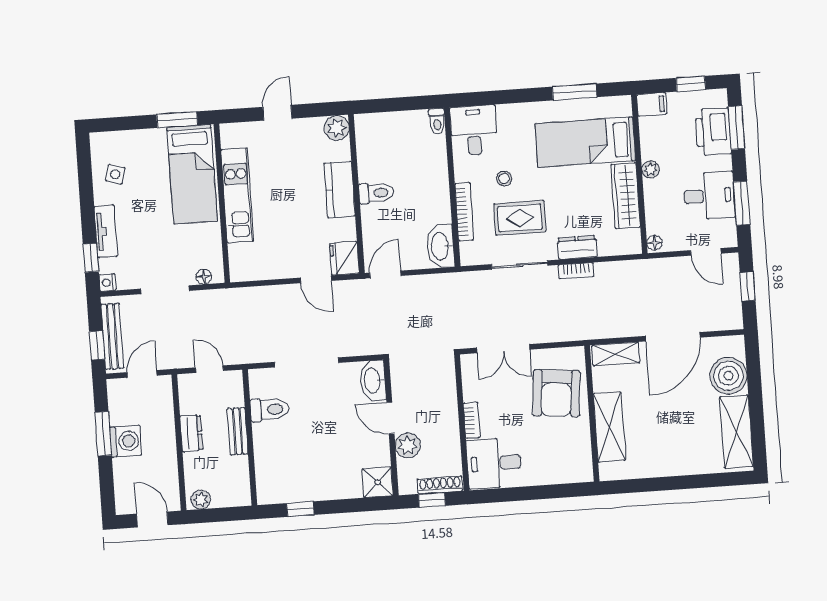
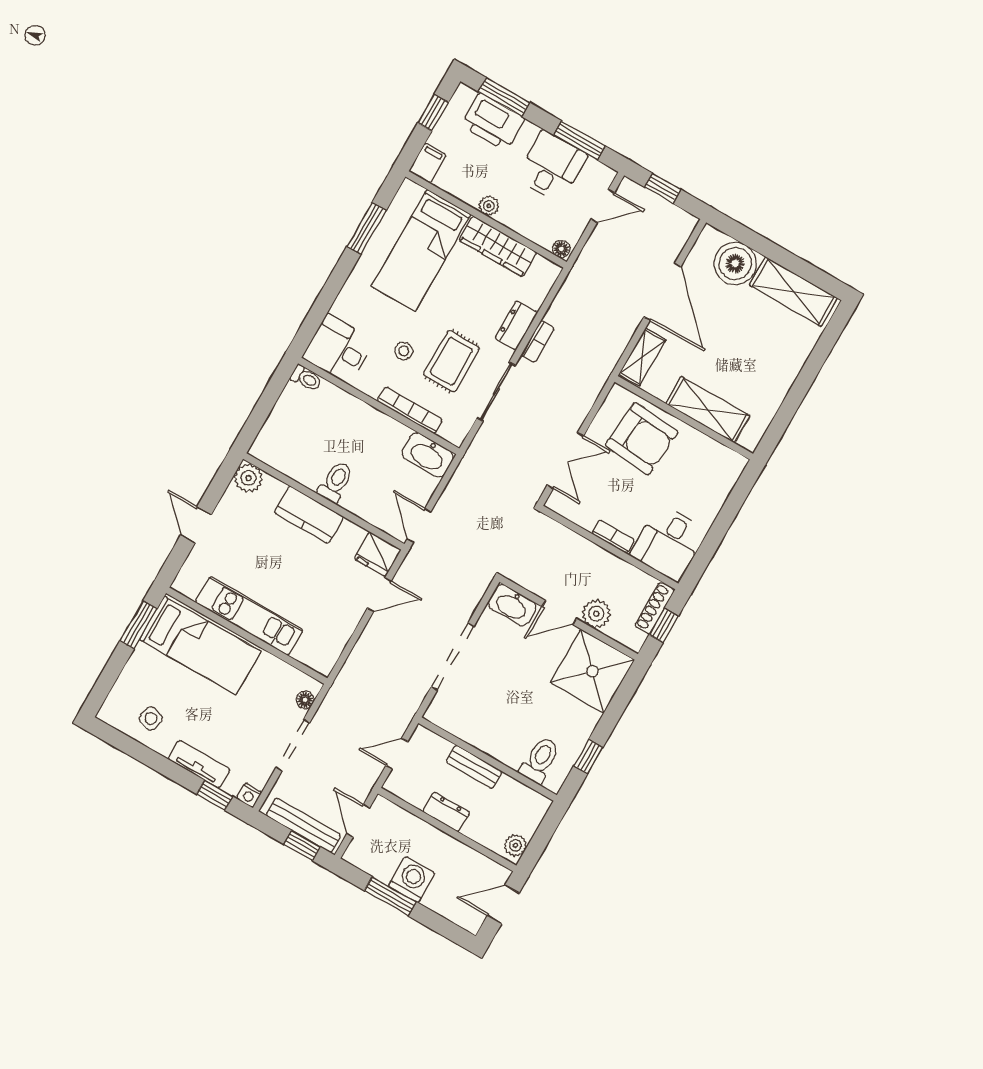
toilet: (270, 410) -> (540, 760), moved
shower: (378, 482) -> (592, 671), width x1.86, depth x1.86

